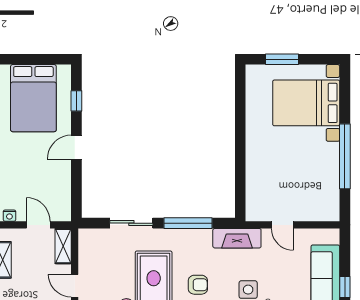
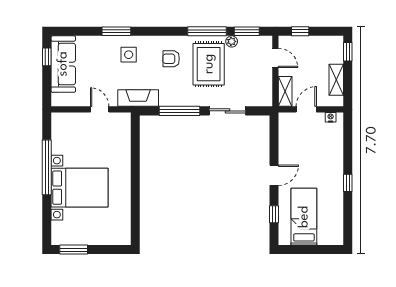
window: (282, 59) -> (74, 250), moved
bed: (33, 98) -> (304, 217), width x0.67
bed with nightstands: (306, 103) -> (79, 188), moved
door: (38, 225) -> (306, 109), swing flipped

